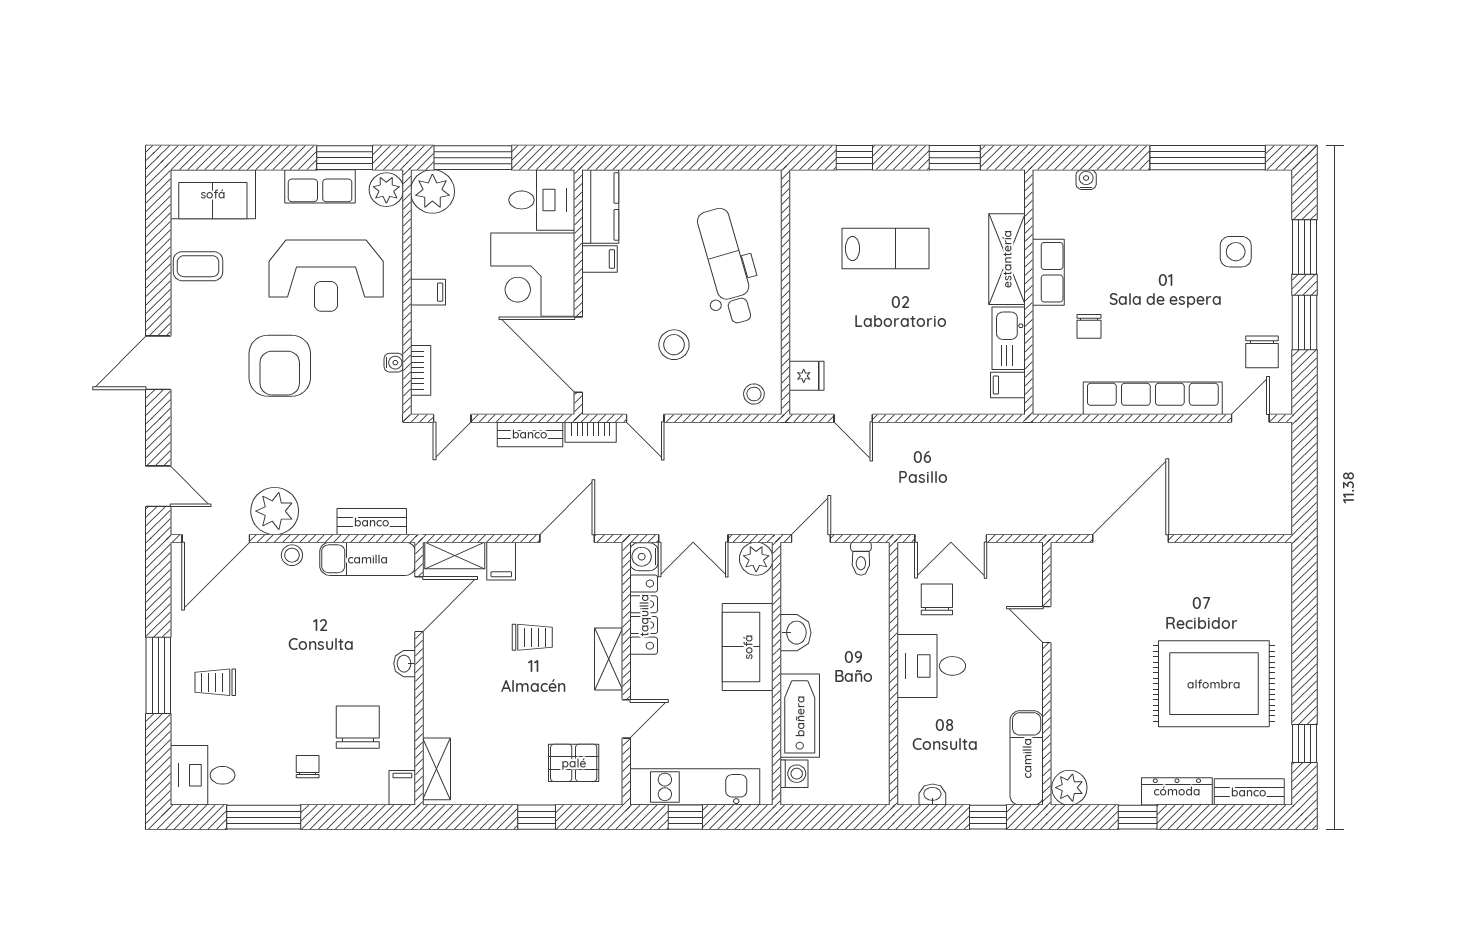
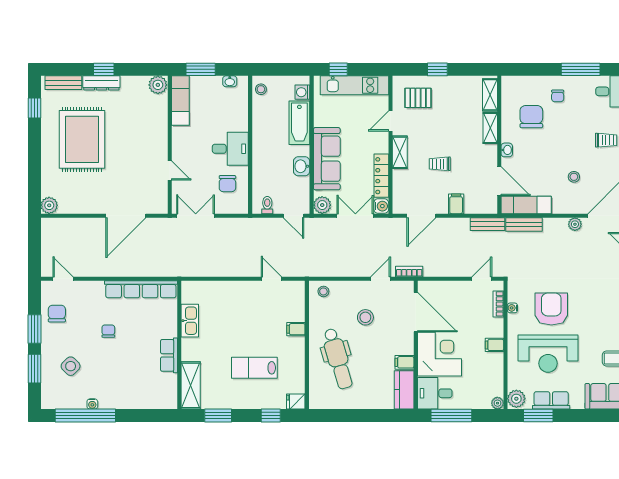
window: (473, 158) -> (451, 416), moved
water cooler: (1086, 180) -> (92, 404), moved
plant: (432, 191) -> (497, 403), width x0.53, depth x0.53
side table: (1236, 252) -> (71, 366), turned 45
shelving: (1007, 259) -> (191, 385), moved
reception desk: (326, 276) -> (548, 354), turned 180
chair: (1089, 326) -> (108, 331), moved
armchair: (280, 366) -> (551, 309), moved
fridge: (806, 376) -> (296, 402), moved
filing cabinet: (1008, 385) -> (296, 329), moved, turned 180
row of seats: (1153, 398) -> (141, 289), moved
door: (645, 418) -> (381, 279), hinge flipped
door: (1250, 418) -> (63, 279), swing flipped
bench: (530, 434) -> (487, 224), moved
plant: (275, 511) -> (575, 224), width x0.53, depth x0.53
door: (811, 538) -> (294, 216), hinge flipped
double door: (951, 538) -> (196, 216), moved
stool: (292, 555) -> (574, 177), moved
shelving: (455, 555) -> (490, 128), moved, turned 90
plant: (1276, 558) -> (49, 205), added
door: (419, 604) -> (499, 181), swing flipped
sofa: (748, 647) -> (327, 159), width x1.36
rug: (1214, 684) -> (82, 139), turned 90
chair: (358, 727) -> (531, 117), turned 180
stool: (873, 779) -> (261, 89), added
filing cabinet: (402, 788) -> (508, 85), removed
window: (685, 817) -> (338, 69), moved
window: (988, 817) -> (201, 69), width x1.50
window: (1138, 817) -> (104, 69), moved

